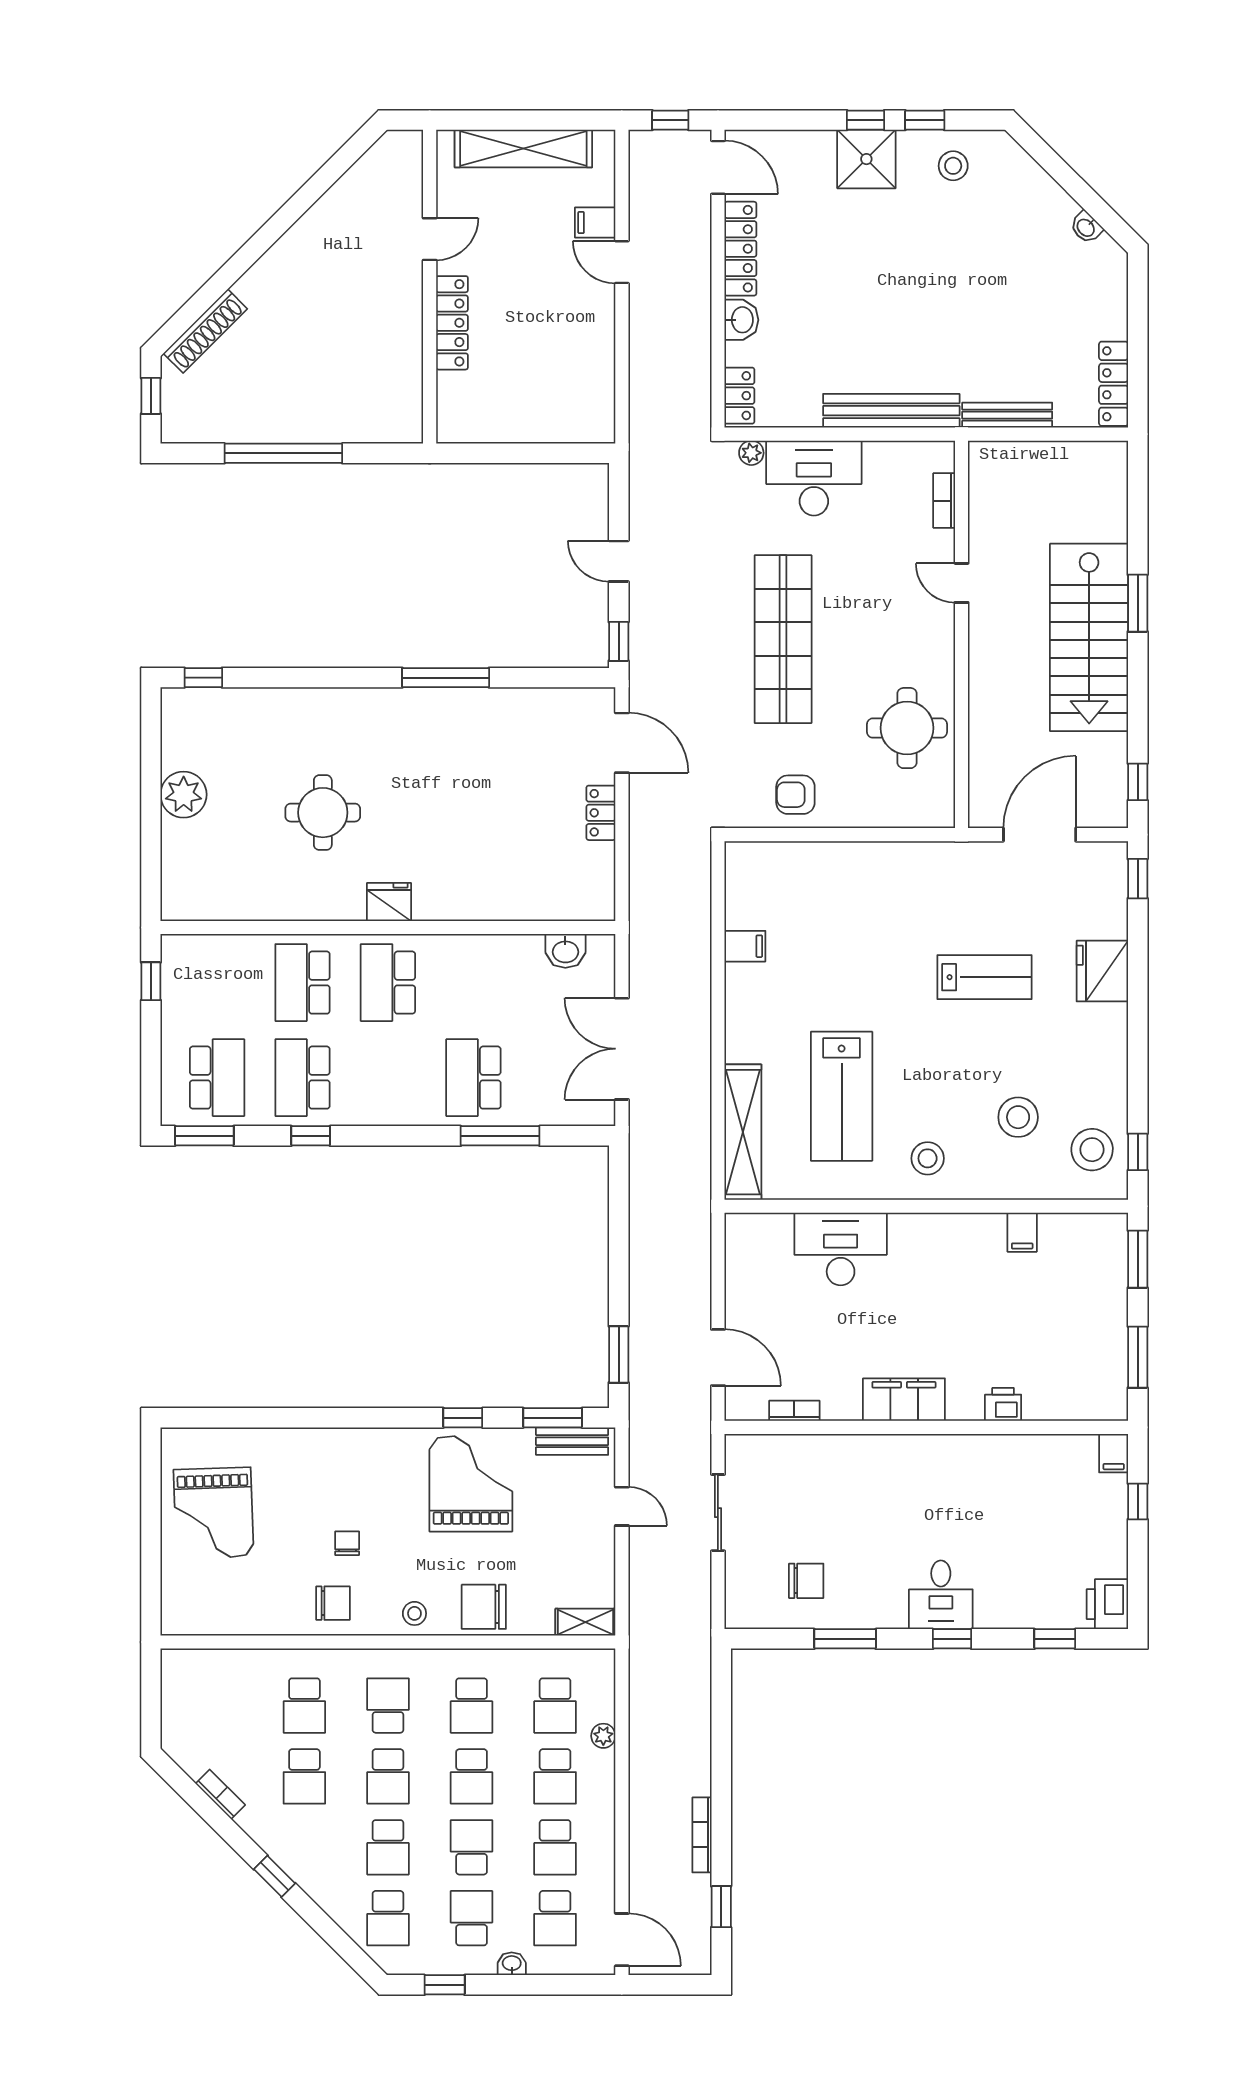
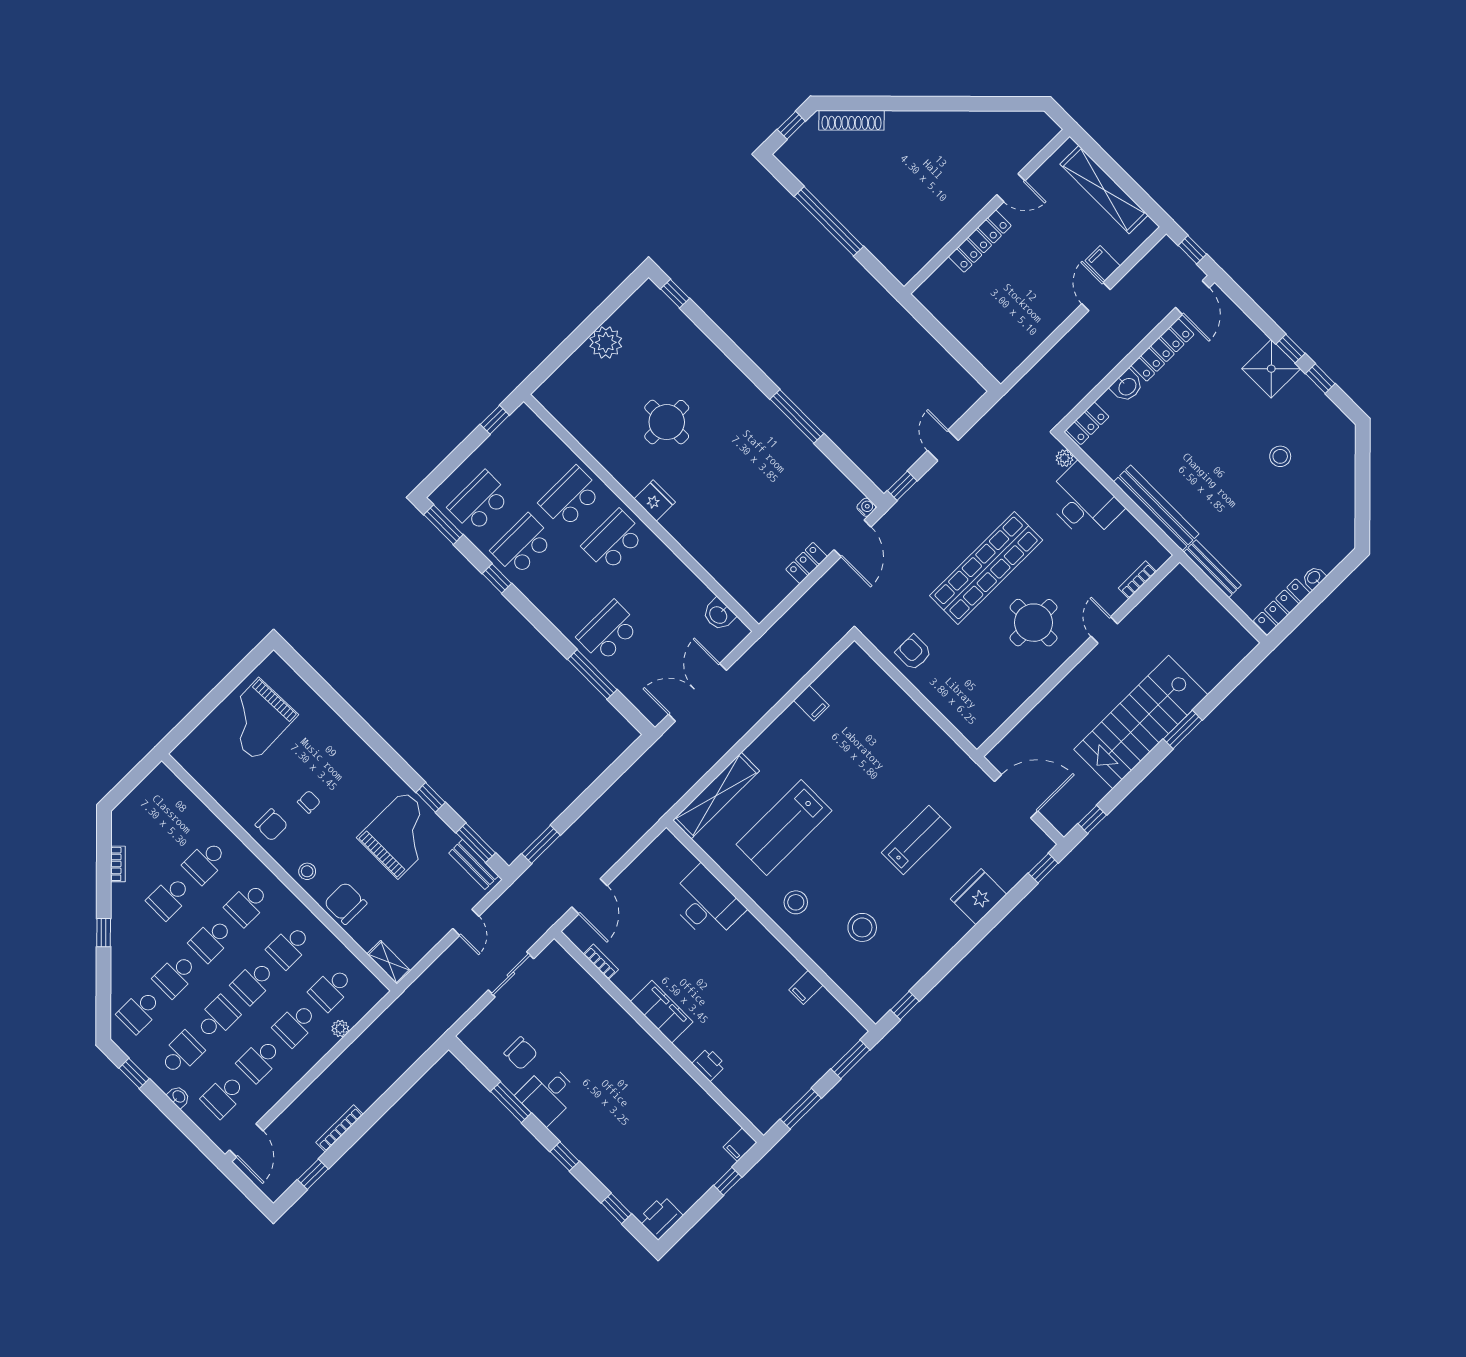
stool: (953, 166) -> (1280, 456), moved
washbasin: (1086, 227) -> (1314, 578), moved, turned 45
water cooler: (604, 698) -> (866, 507), added
round table: (907, 728) -> (1034, 623), moved
lab bench: (984, 977) -> (916, 840), turned -90
school desk: (217, 1078) -> (479, 502), turned 180
stool: (1092, 1150) -> (883, 981), removed
desk: (941, 1595) -> (548, 1094), moved
school desk: (388, 1706) -> (247, 904), turned 180

